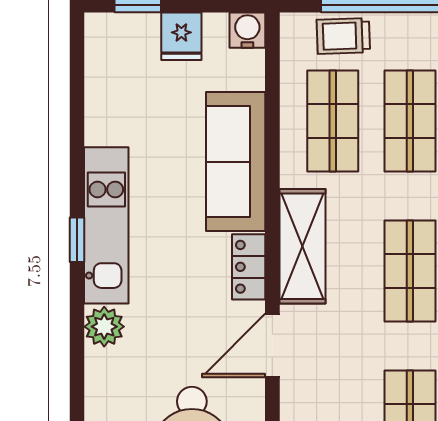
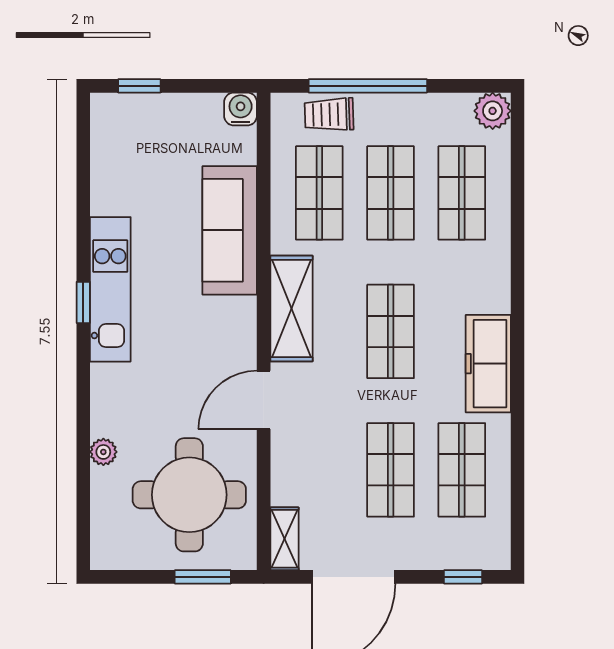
fridge: (181, 36) -> (180, 115), removed
locker: (249, 267) -> (242, 327), removed
plant: (104, 327) -> (103, 452), moved, width x0.73, depth x0.73

